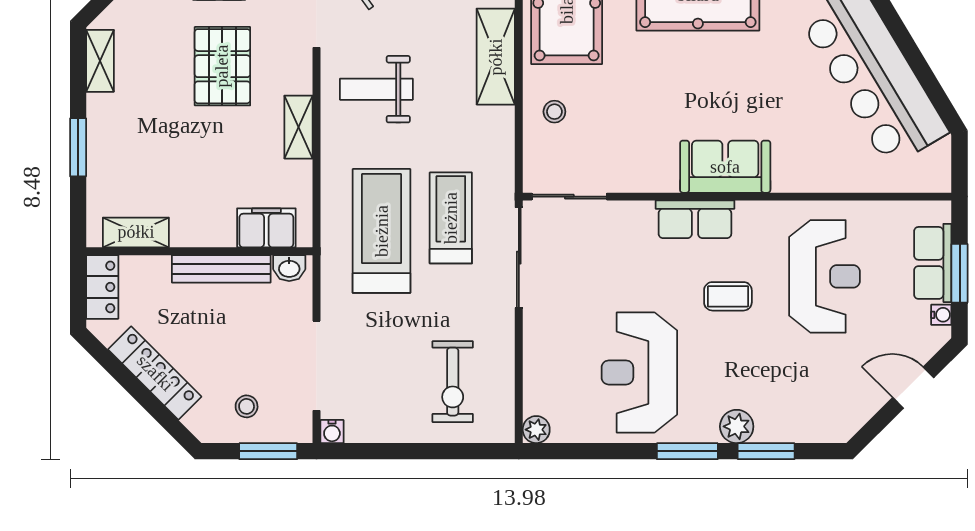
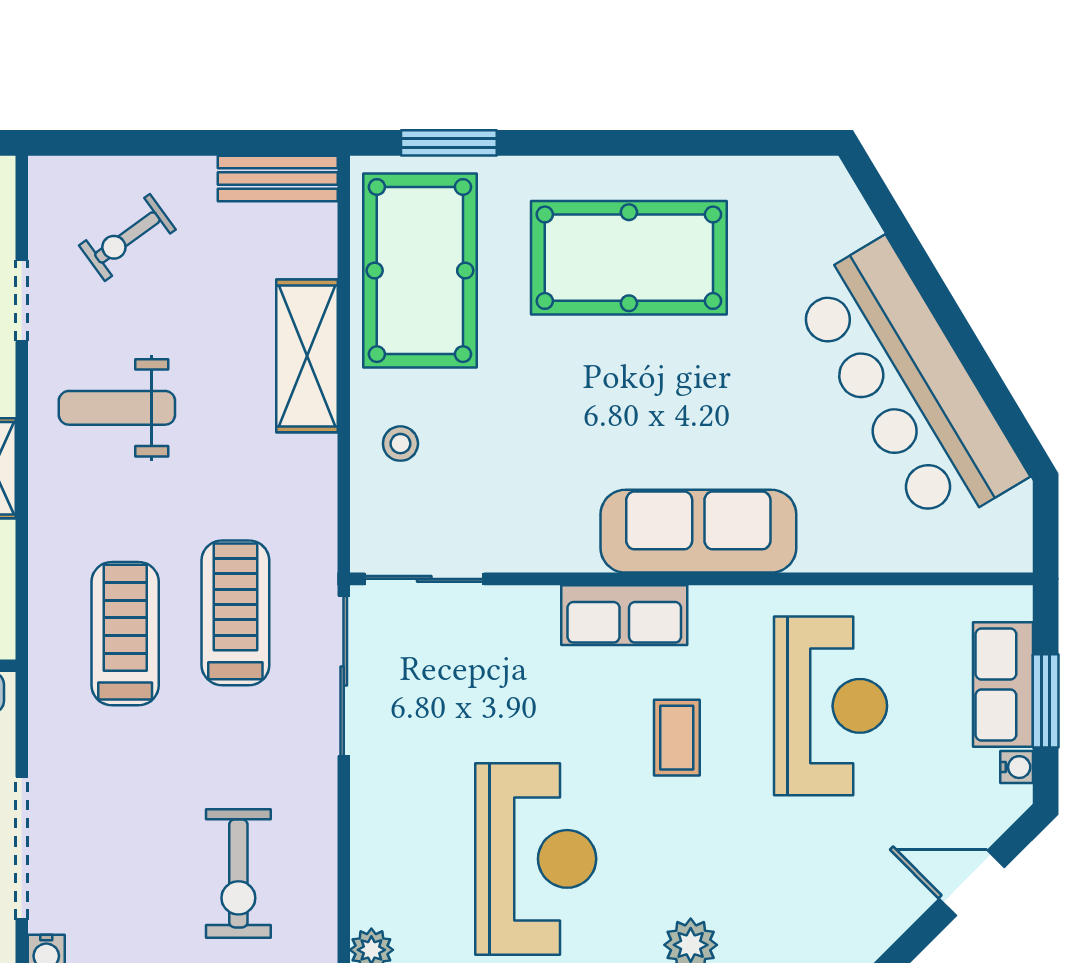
sofa: (725, 167) -> (698, 531), width x1.36
treadmill: (382, 231) -> (125, 634), width x0.73, depth x0.73
coffee table: (728, 296) -> (677, 738), turned 90
reception desk: (639, 372) -> (536, 859), turned 180

